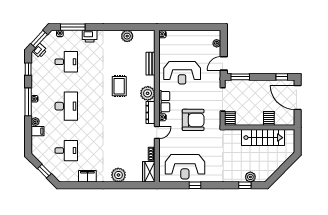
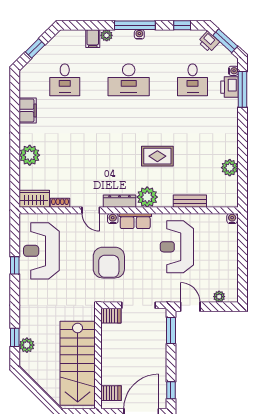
printer: (90, 36) -> (230, 87), moved
server rack: (269, 118) -> (111, 393), moved
stairs: (263, 138) -> (78, 363), width x1.36, depth x1.51

